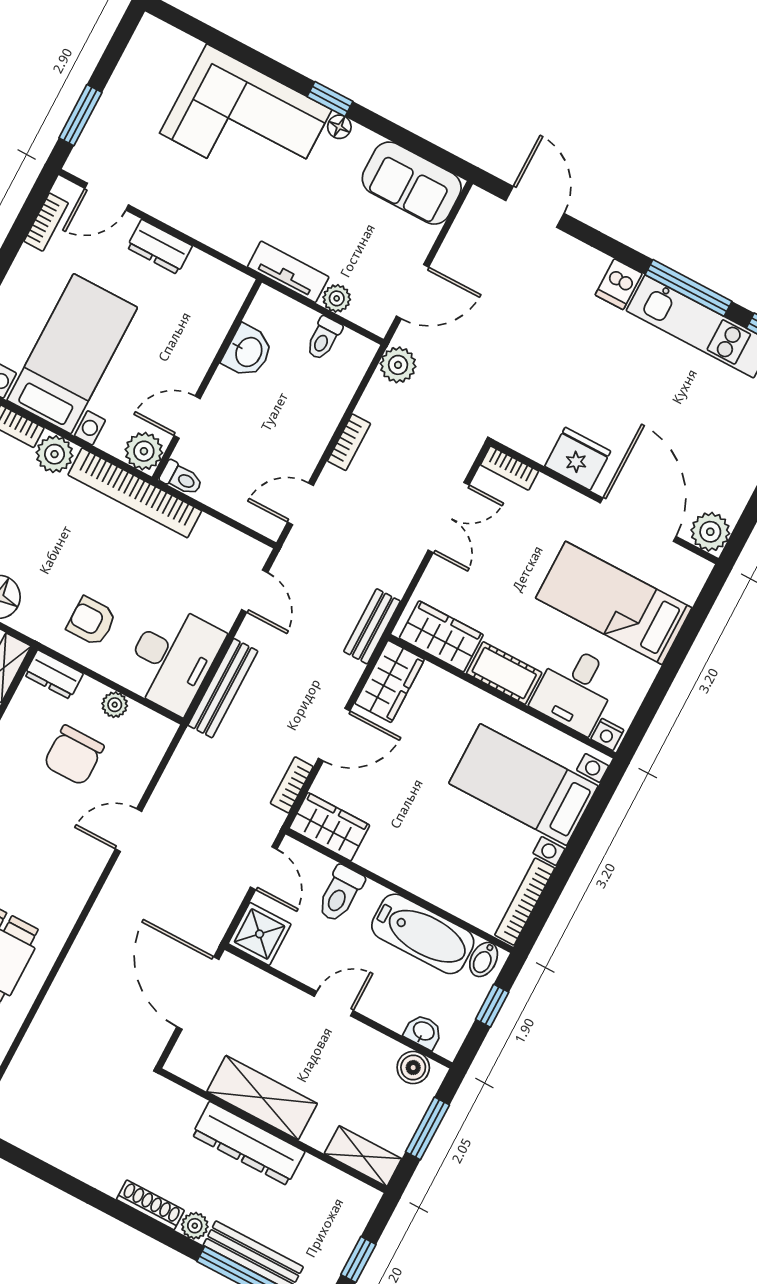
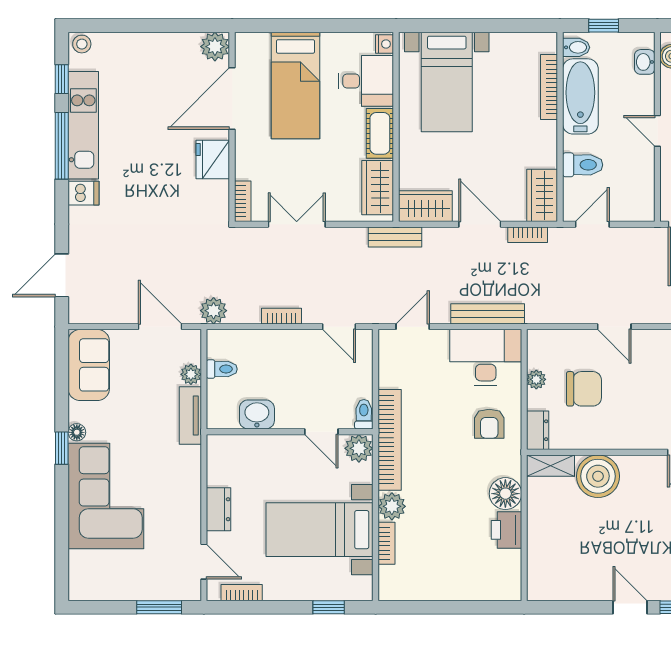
bookcase: (525, 902) -> (549, 87), moved, turned 90
shower: (260, 934) -> (637, 204), removed

